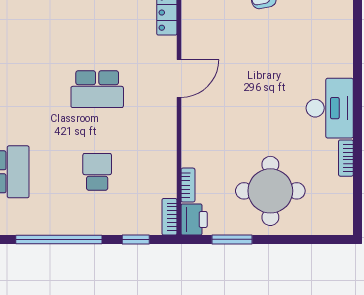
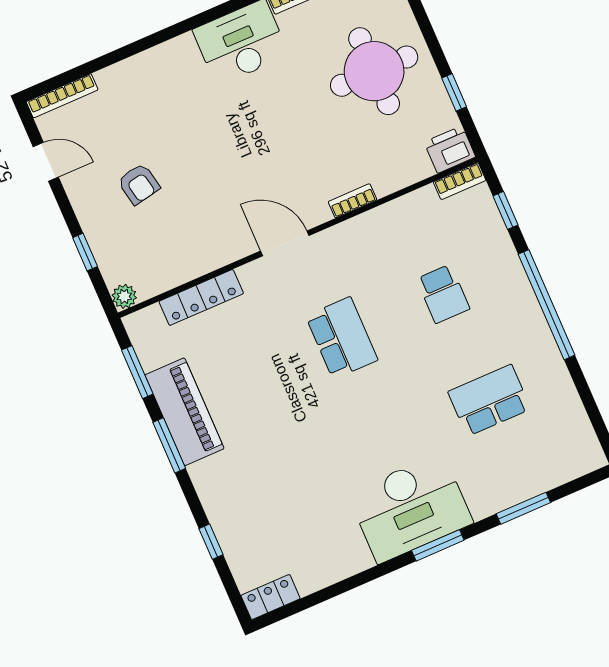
school desk: (97, 172) -> (443, 294), turned -90
bookcase: (188, 185) -> (353, 201), moved
window: (232, 239) -> (454, 92), width x0.67

